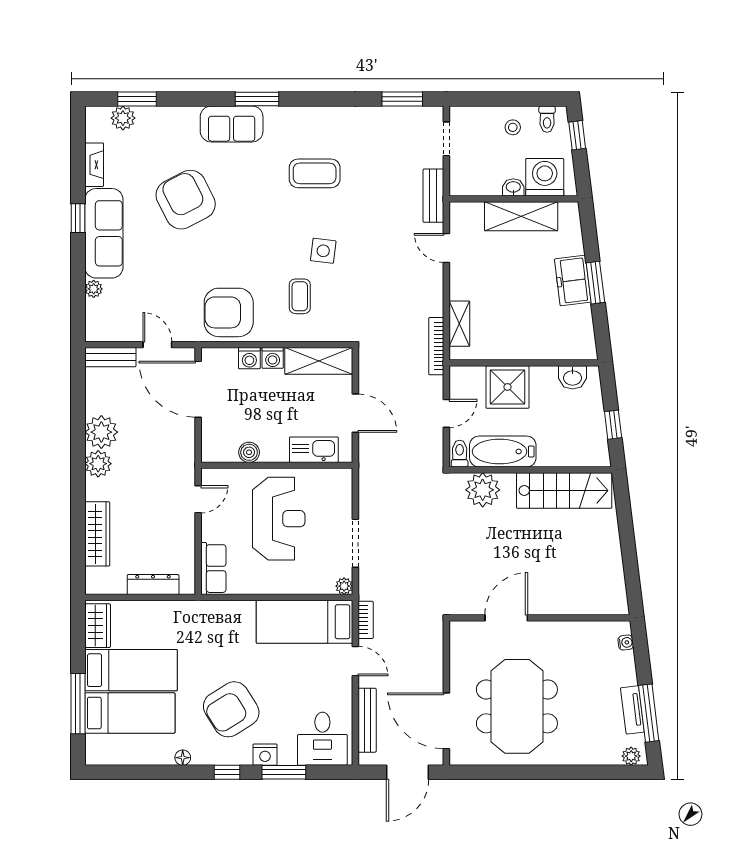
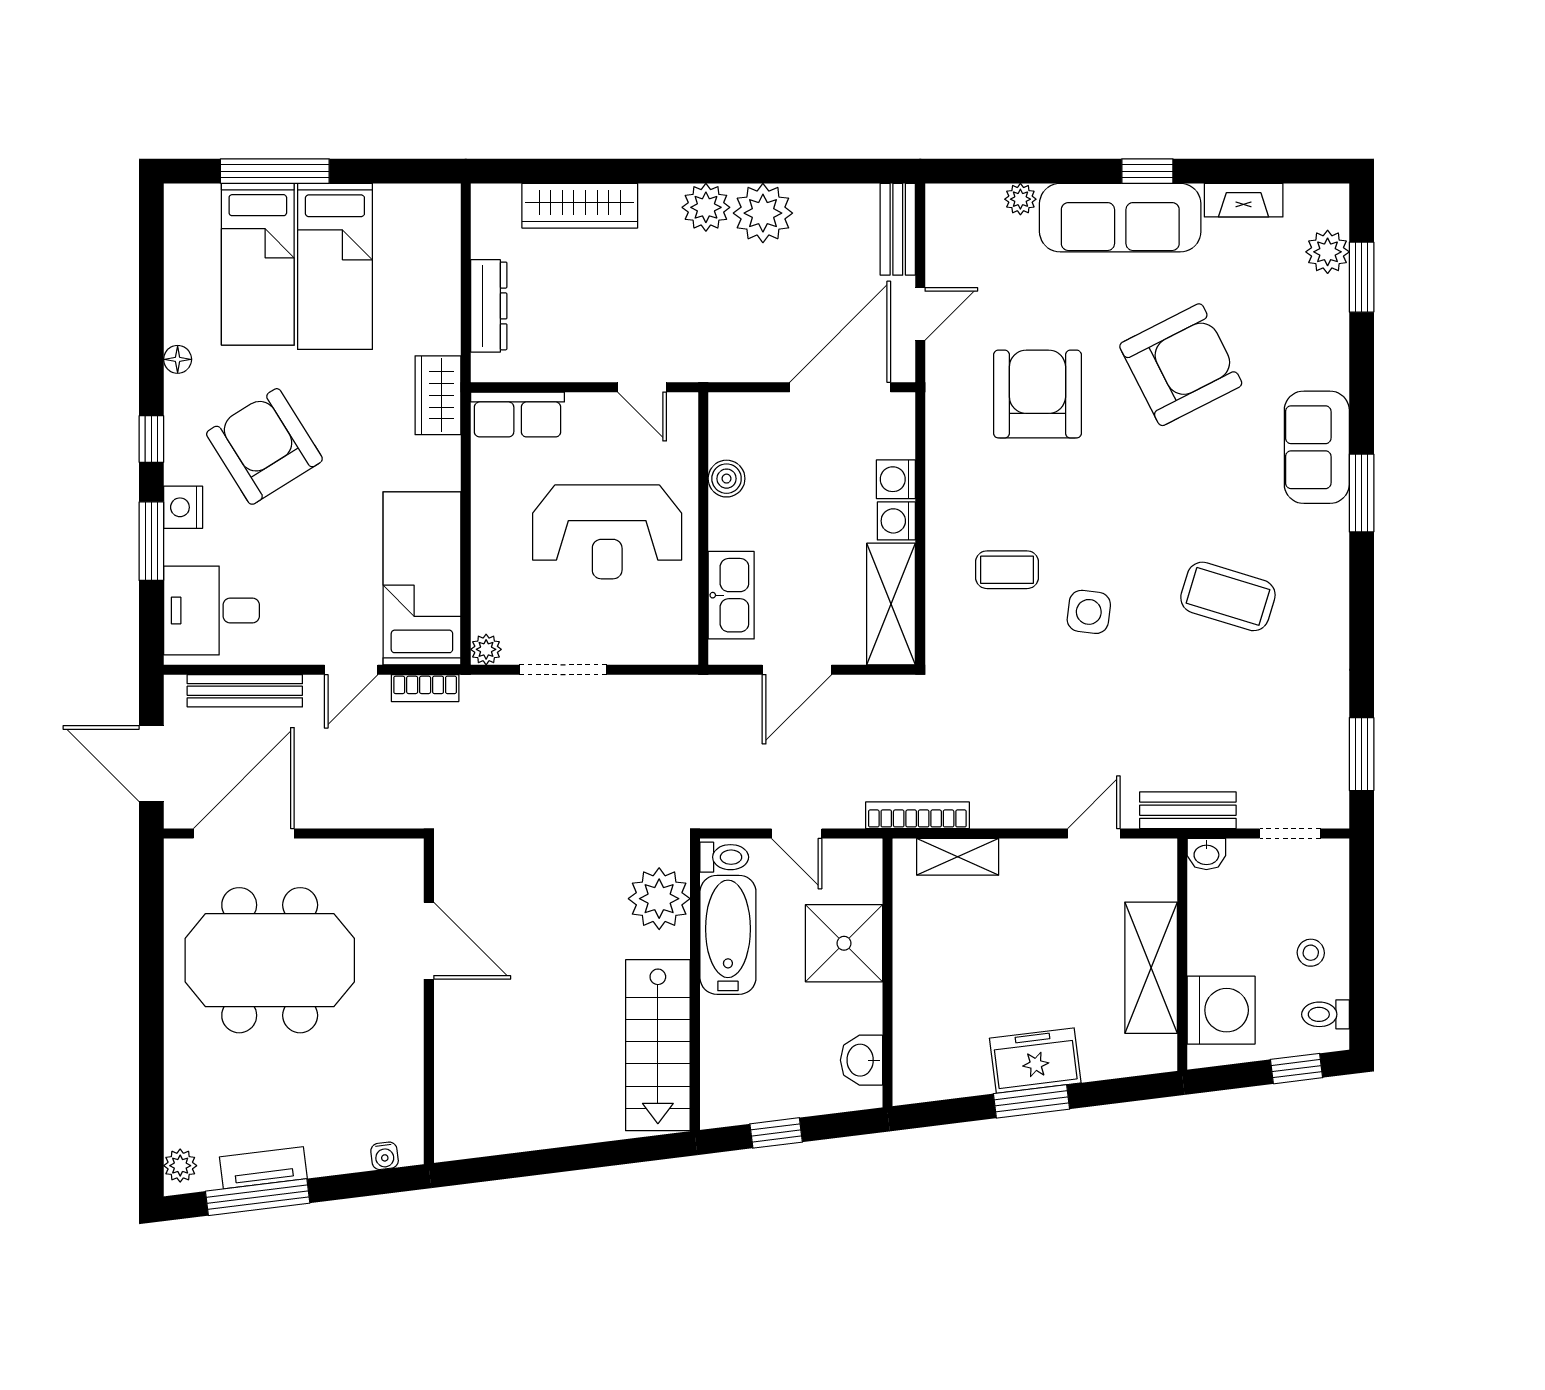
coffee table: (315, 173) -> (1228, 596), turned -73
washbasin: (513, 187) -> (1206, 854), moved, turned 90
armchair: (229, 312) -> (1037, 394), moved
wardrobe: (98, 626) -> (438, 395), moved, turned 90

